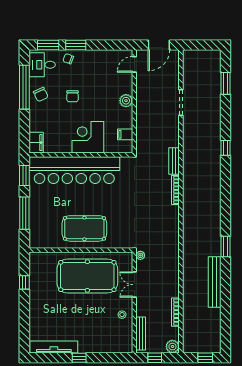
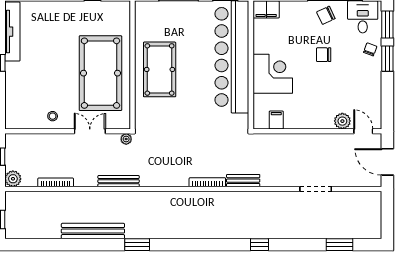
plant: (126, 101) -> (342, 121), moved
bench: (141, 334) -> (119, 181), moved

